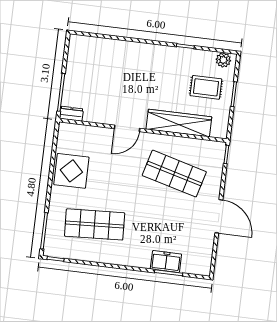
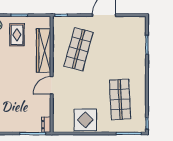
door: (127, 128) -> (52, 85), swing flipped
freezer: (166, 262) -> (139, 48), removed

